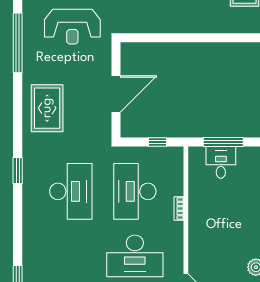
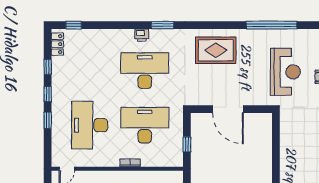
reception desk: (72, 27) -> (285, 72), turned 180
desk: (71, 191) -> (145, 71), turned 180
printer: (29, 195) -> (142, 35), added

